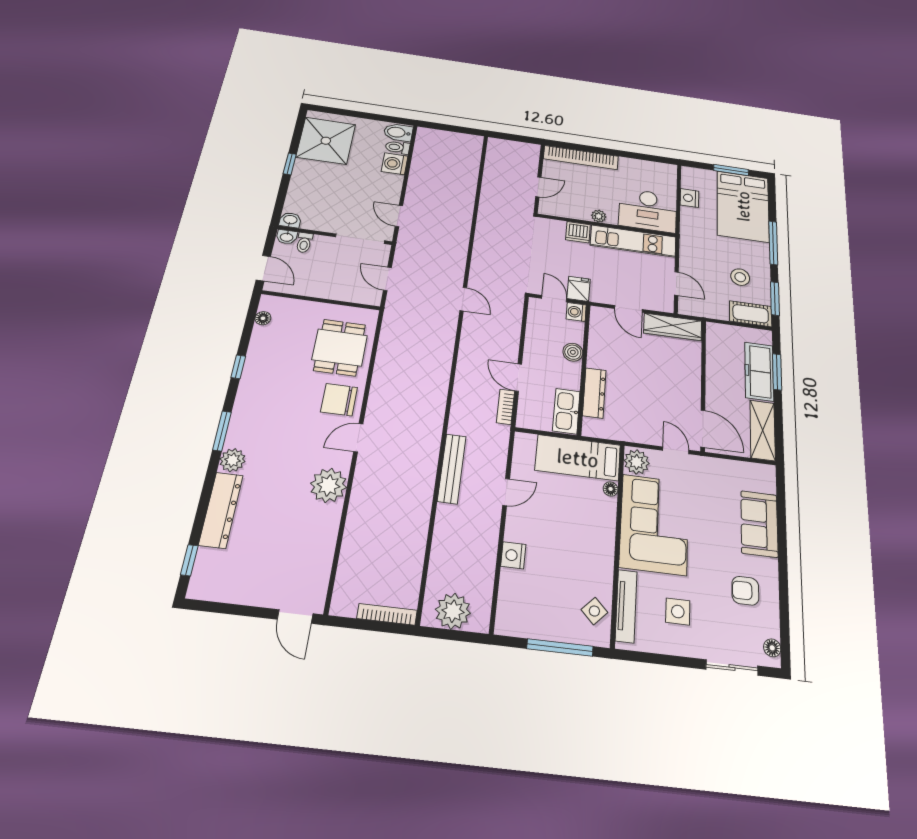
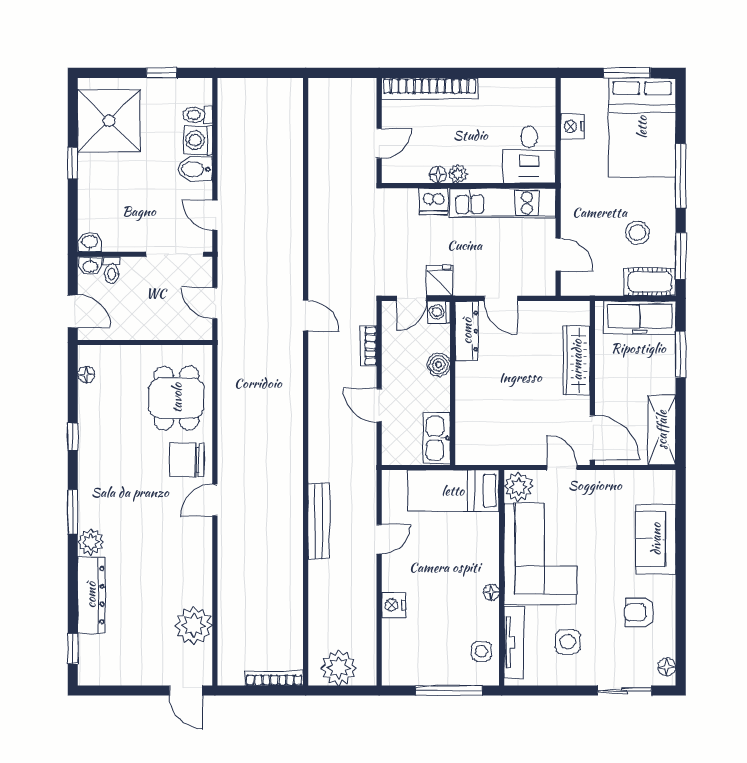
window: (374, 117) -> (162, 73), added
bidet: (398, 132) -> (195, 169), moved
desk: (648, 210) -> (529, 155), width x0.73
floor lamp: (583, 214) -> (438, 175), added
door: (554, 299) -> (412, 298), swing flipped
wardrobe: (673, 327) -> (577, 360), moved, turned 90
freezer: (759, 372) -> (640, 317), moved, turned -90
dresser: (594, 393) -> (467, 331), moved
bookcase: (506, 407) -> (369, 346), moved
plant: (329, 485) -> (194, 625), moved
floor lamp: (611, 489) -> (491, 592), moved
side table: (594, 611) -> (481, 651), turned 45

